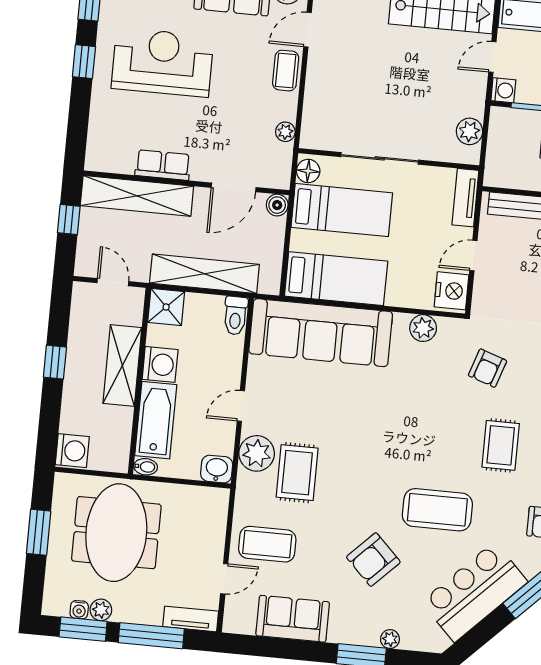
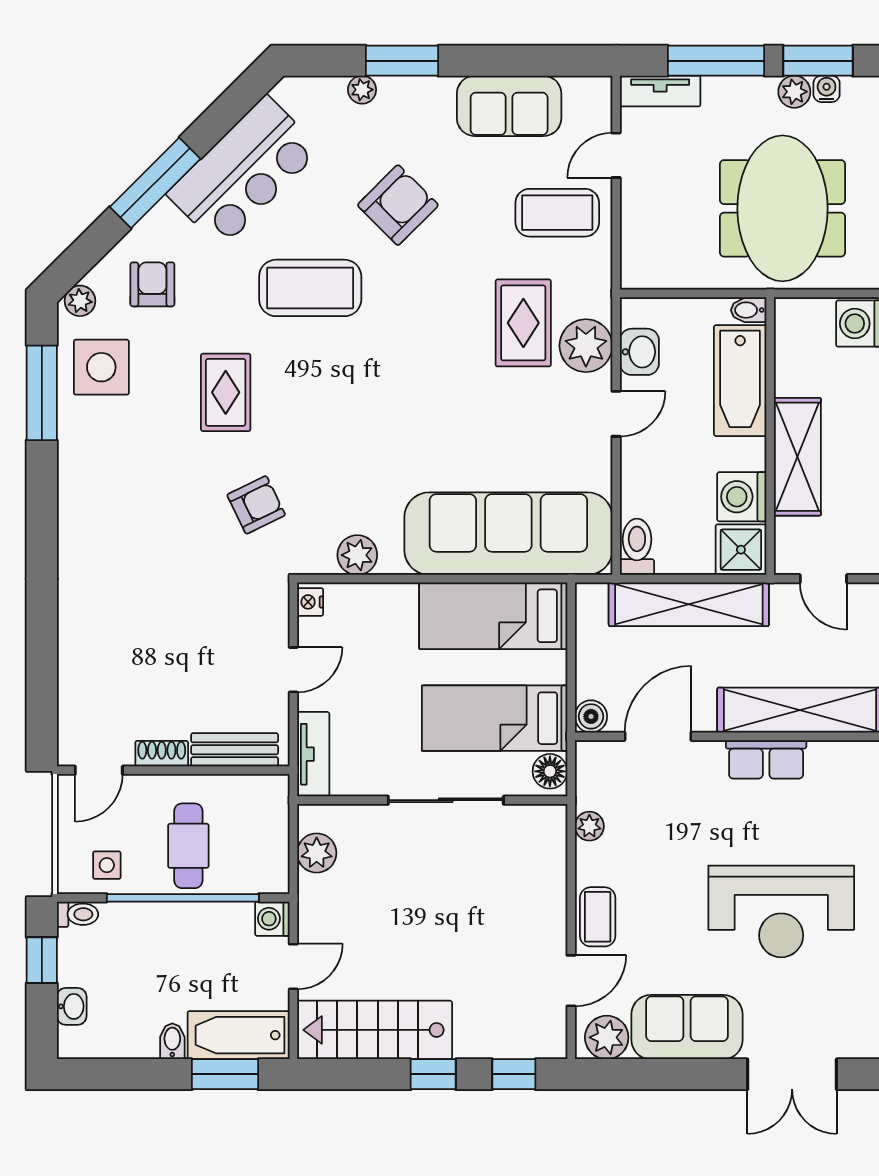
nightstand: (452, 291) -> (310, 602), width x0.53, depth x0.56
washing machine: (160, 364) -> (742, 497), moved
armchair: (488, 368) -> (256, 505), turned 45
washbasin: (217, 469) -> (639, 352), moved, turned -90

